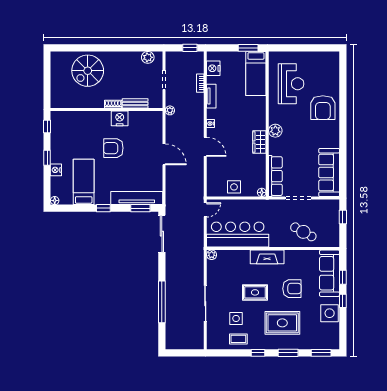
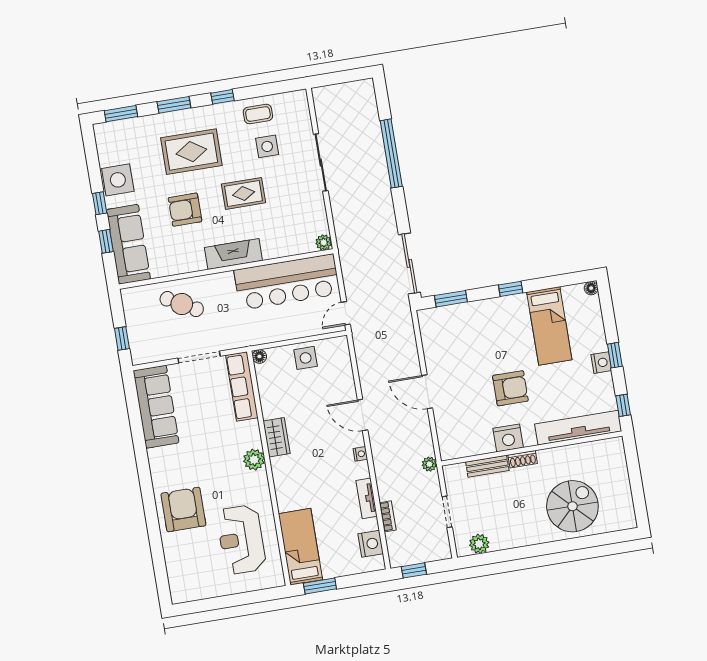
nightstand: (56, 170) -> (601, 363), moved
tv unit: (137, 198) -> (578, 428), moved, turned 180

